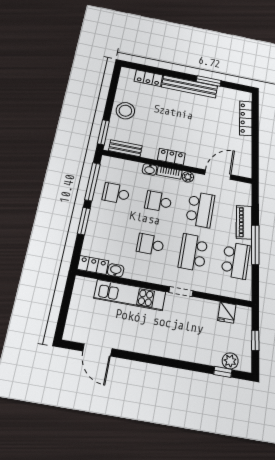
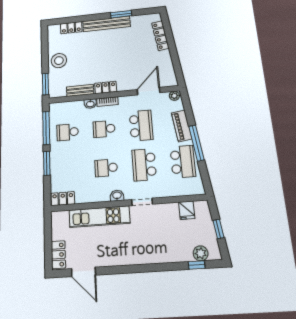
bench: (125, 148) -> (80, 90), moved
plant: (188, 177) -> (174, 96), moved
washbasin: (116, 270) -> (117, 196), moved
locker: (73, 325) -> (58, 255), added

